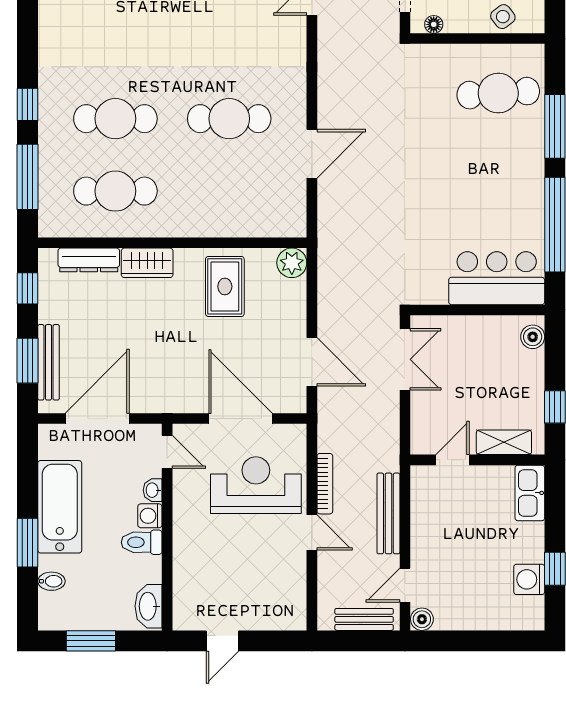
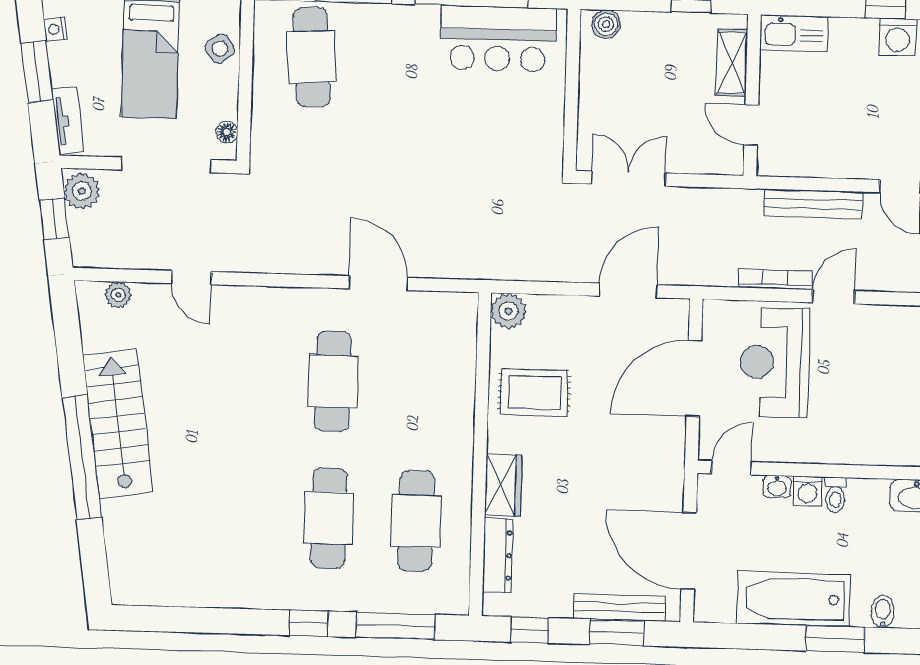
bar counter: (497, 278) -> (498, 39), moved, turned -90
toilet: (142, 542) -> (835, 495), width x0.73, depth x0.72

